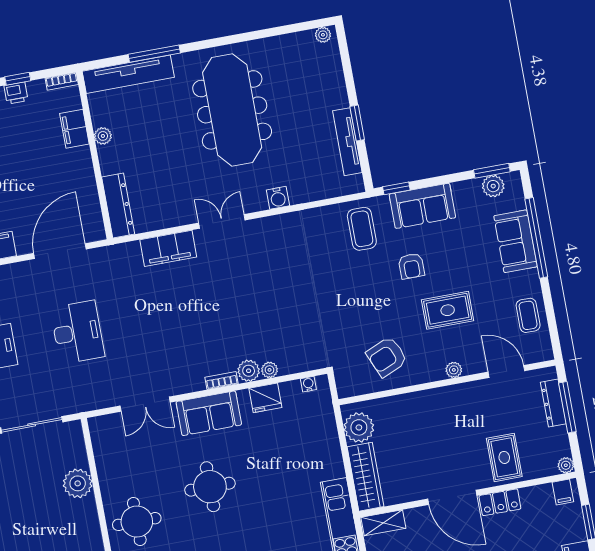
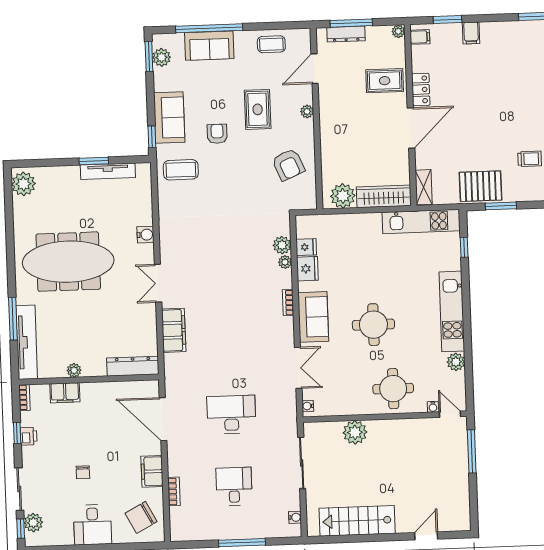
plant: (323, 35) -> (23, 184), width x1.88, depth x1.88
armchair: (411, 266) -> (217, 134), turned -90
plant: (249, 371) -> (282, 245), moved
water cooler: (308, 384) -> (308, 406), moved
fridge: (291, 393) -> (306, 247), added

